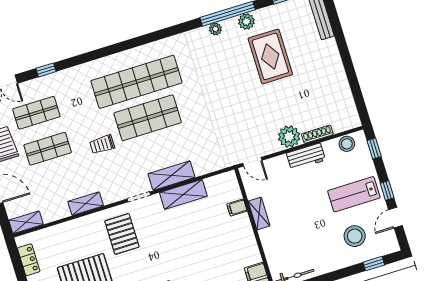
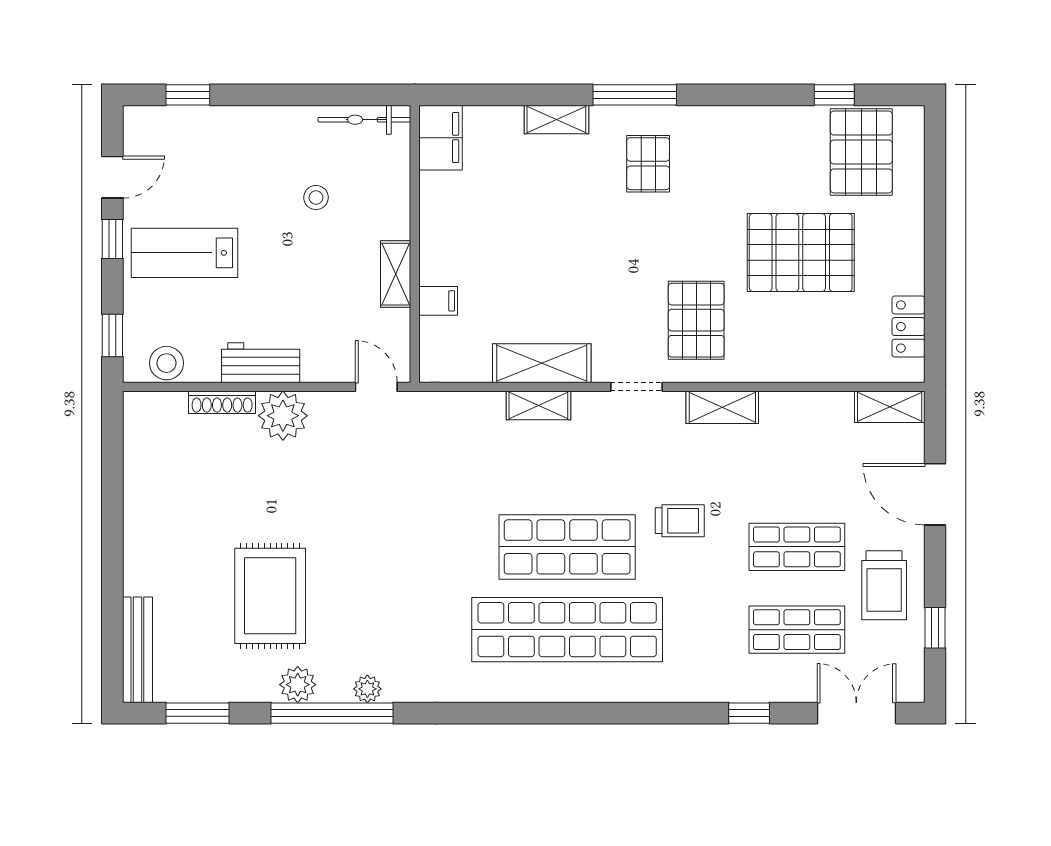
shelving: (172, 176) -> (538, 405), width x0.67, depth x0.75
lab bench: (354, 194) -> (185, 253), turned 180
shelving: (86, 204) -> (722, 407), moved
stool: (355, 236) -> (316, 197), moved, width x0.53, depth x0.53

